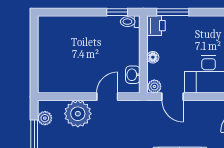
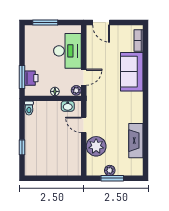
window: (117, 12) -> (22, 147), moved
printer: (156, 26) -> (31, 78), moved, turned 90
plant: (45, 118) -> (110, 170), moved

